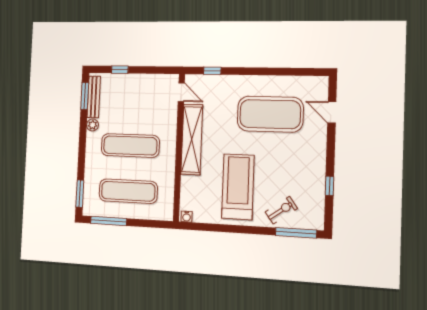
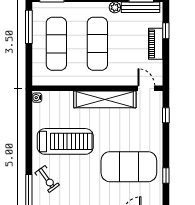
window: (282, 72) -> (166, 175), added
piano: (133, 81) -> (156, 44), added
door: (181, 92) -> (146, 88), swing flipped
exercise mat: (270, 114) -> (129, 167), turned 90

